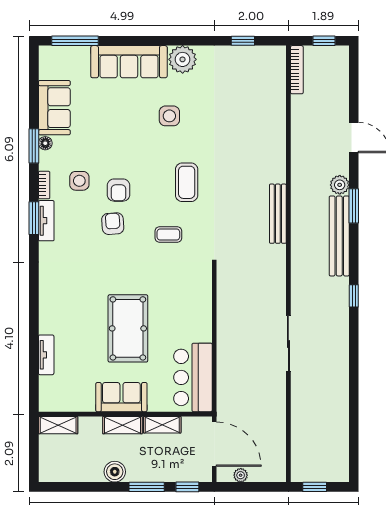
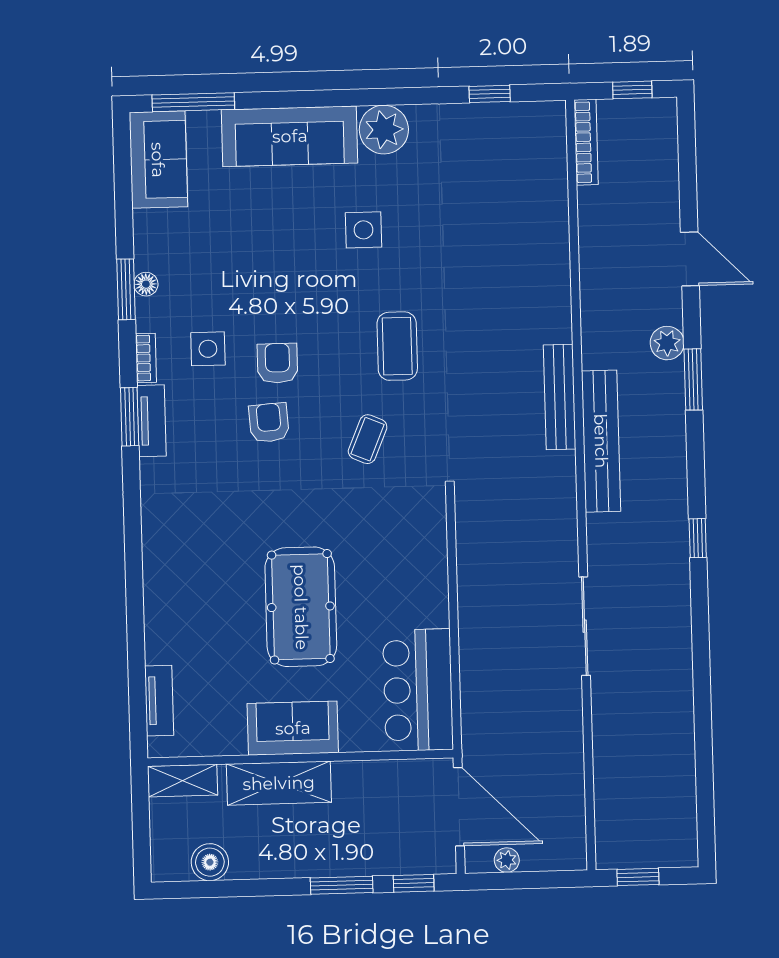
sofa: (54, 108) -> (158, 160), moved
armchair: (119, 190) -> (277, 363), turned 180
coffee table: (168, 235) -> (368, 439), turned -67
bench: (339, 236) -> (601, 441), moved
tv unit: (46, 355) -> (159, 701), moved
shelving: (122, 425) -> (279, 783), width x1.50, depth x1.33
shelving: (162, 425) -> (366, 775), removed
boiler: (115, 472) -> (210, 862), moved

